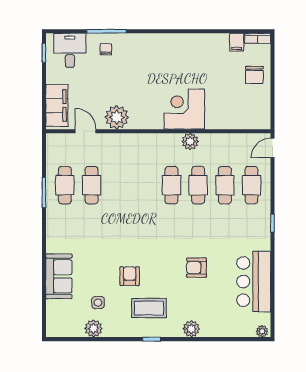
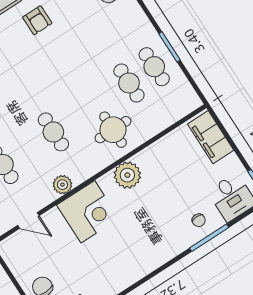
plant: (117, 117) -> (127, 175), moved
door: (86, 131) -> (28, 221), moved
round table: (126, 158) -> (113, 130), added
cafe table: (198, 185) -> (28, 148), removed

